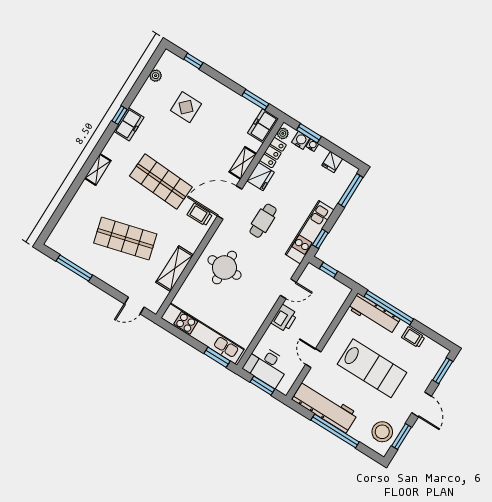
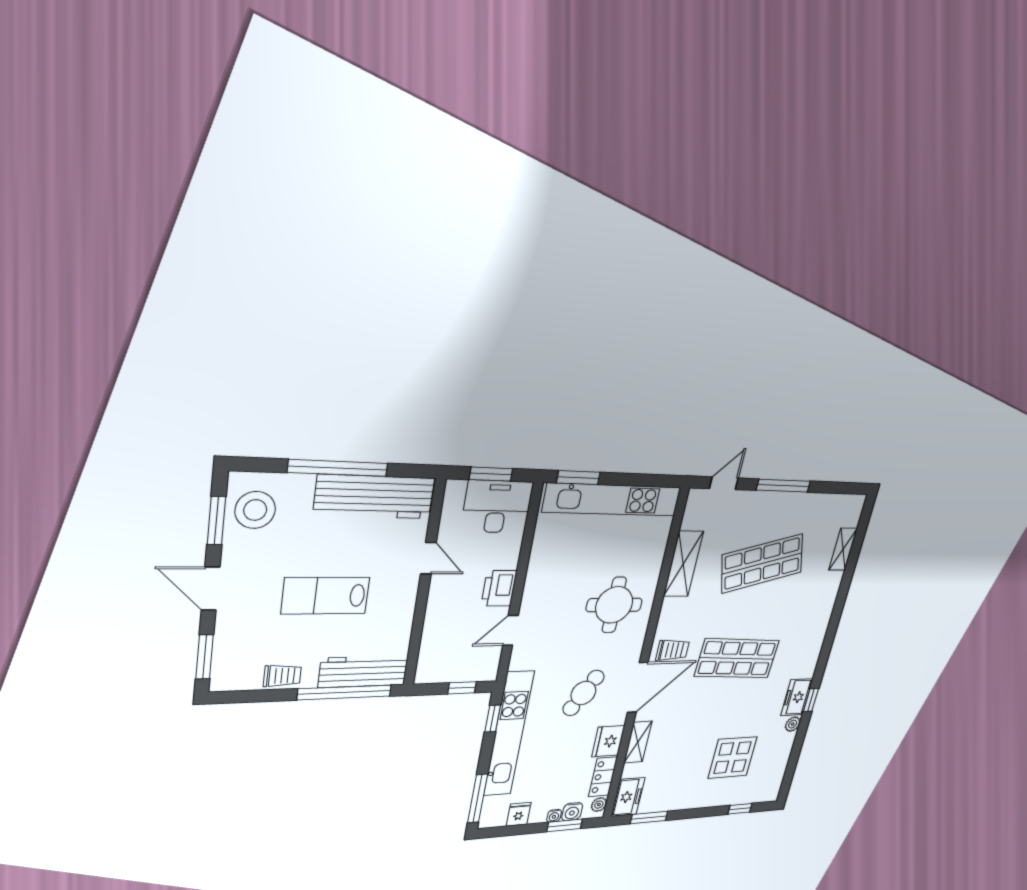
plant: (156, 76) -> (793, 724), moved
display table: (186, 107) -> (733, 758), width x1.36, depth x1.36
shelving: (98, 169) -> (843, 549), moved
cafe table: (263, 221) -> (583, 693), turned 31
kitchen unit: (310, 232) -> (509, 734), width x1.36
window: (74, 268) -> (783, 486), moved
lab bench: (372, 368) -> (326, 596), width x0.73, depth x0.72

